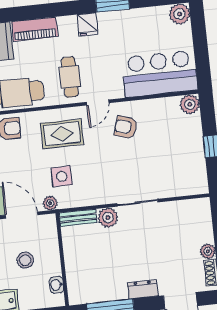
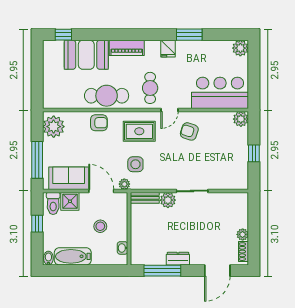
dresser: (143, 289) -> (178, 259), moved

